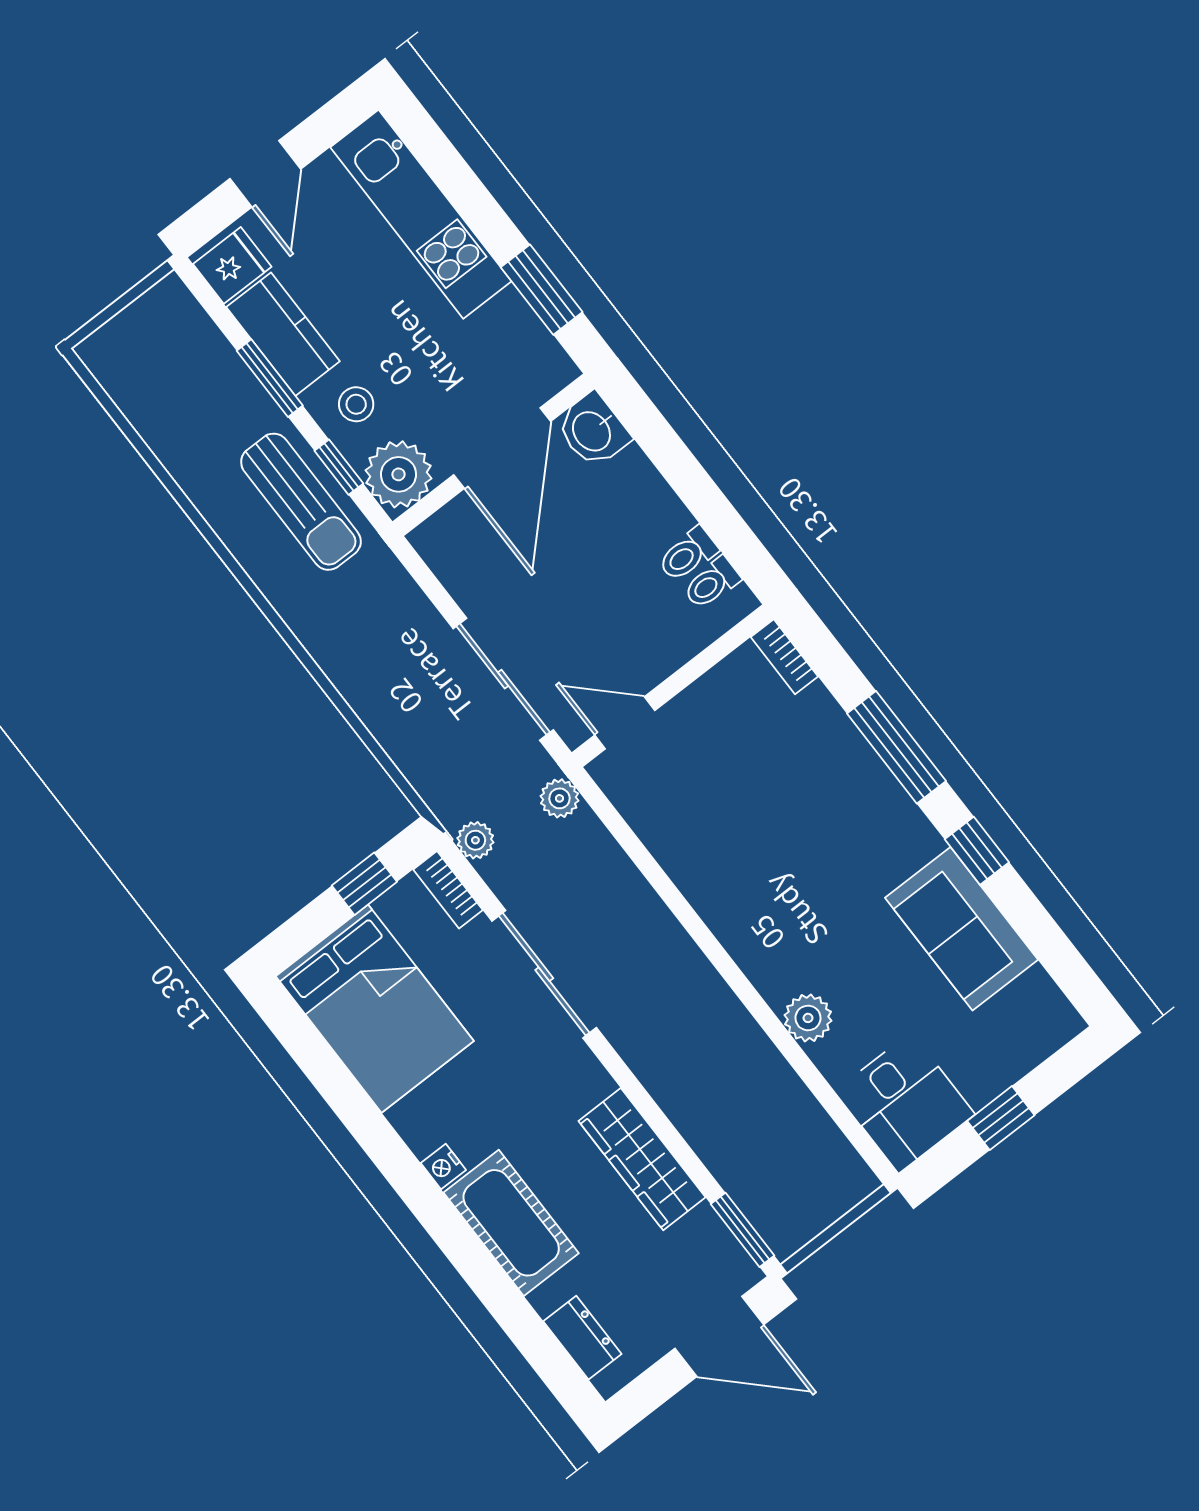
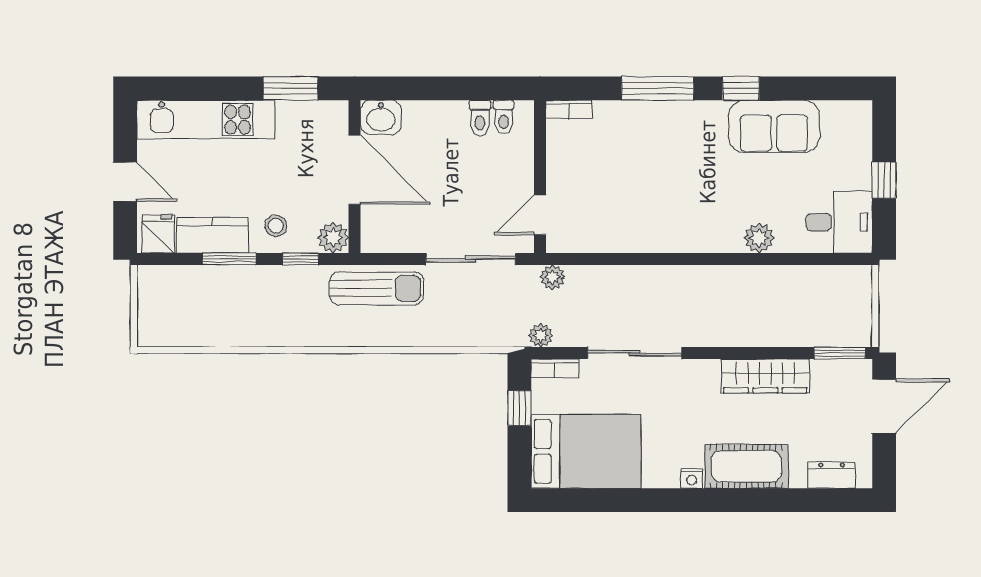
plant: (398, 474) -> (333, 237), width x0.73, depth x0.73
sun lounger: (301, 502) -> (377, 288), moved

